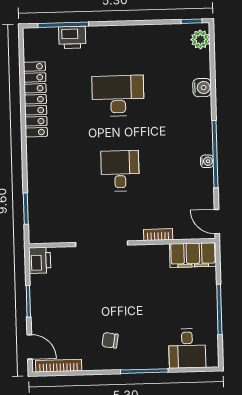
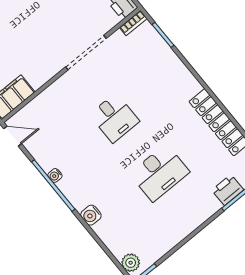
water cooler: (202, 88) -> (91, 215), moved
bookcase: (158, 235) -> (133, 23), moved

